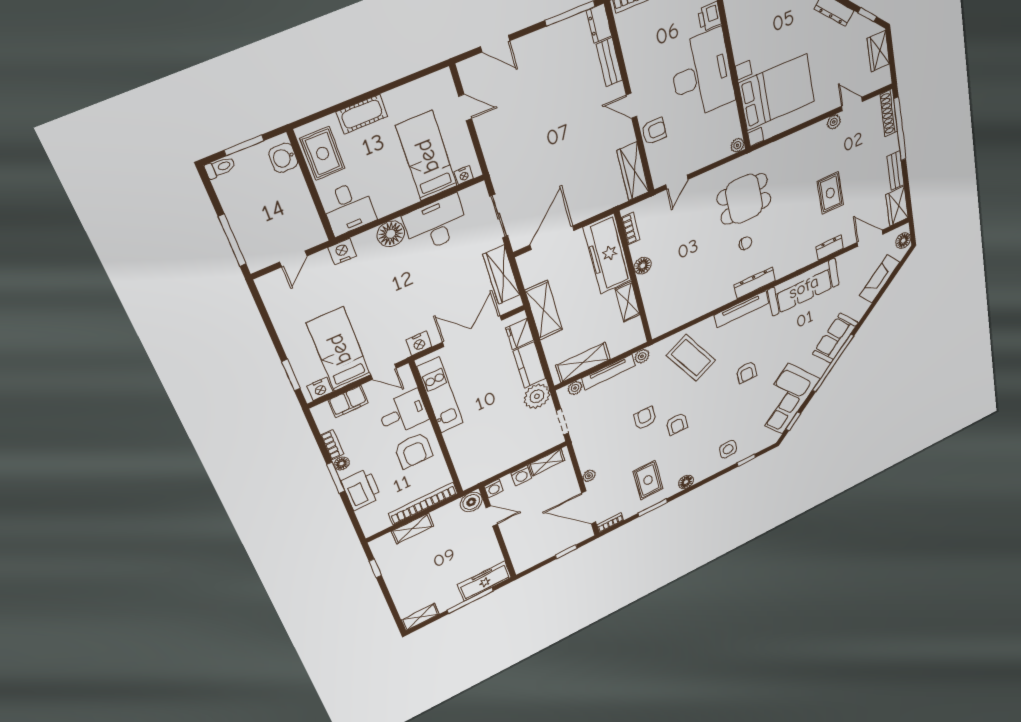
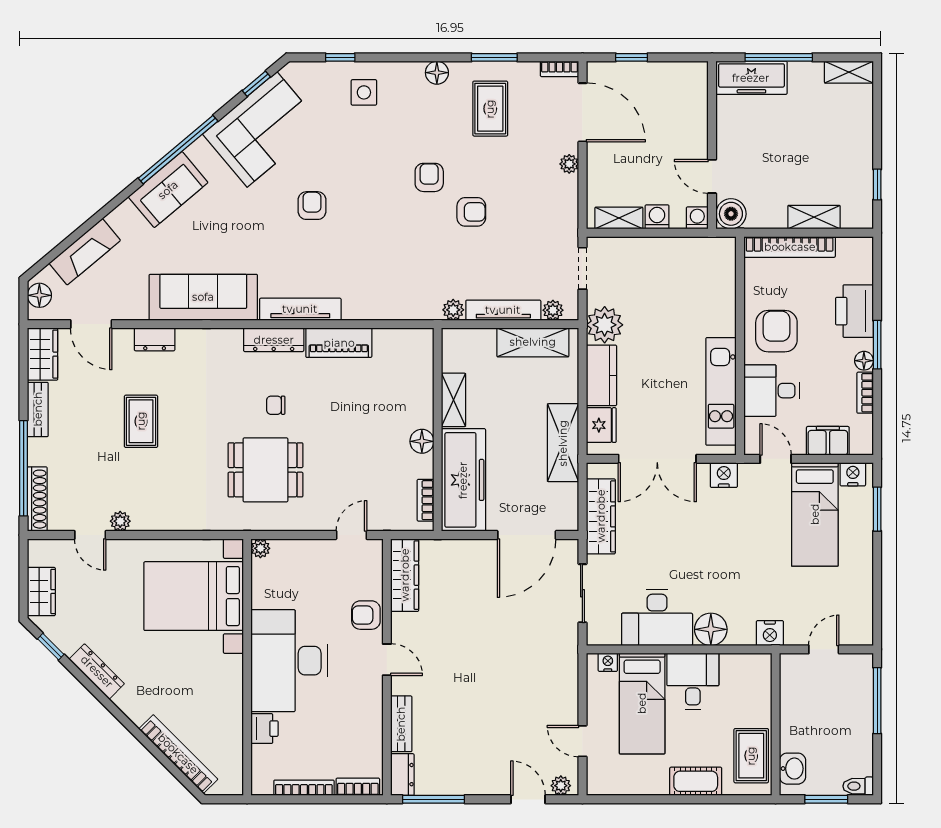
plant: (472, 65) -> (561, 786), added
desk: (349, 208) -> (693, 681), moved
piano: (712, 301) -> (339, 343), added
coffee table: (691, 358) -> (387, 271), removed
armchair: (645, 418) -> (471, 212), turned -90

